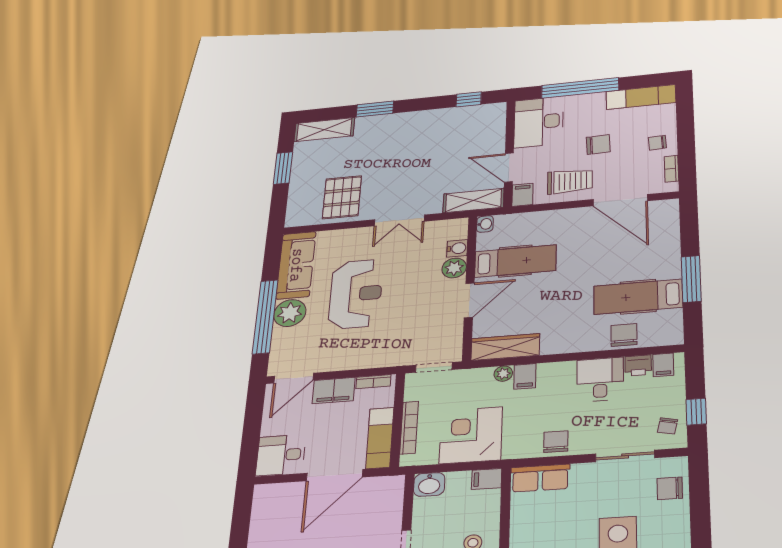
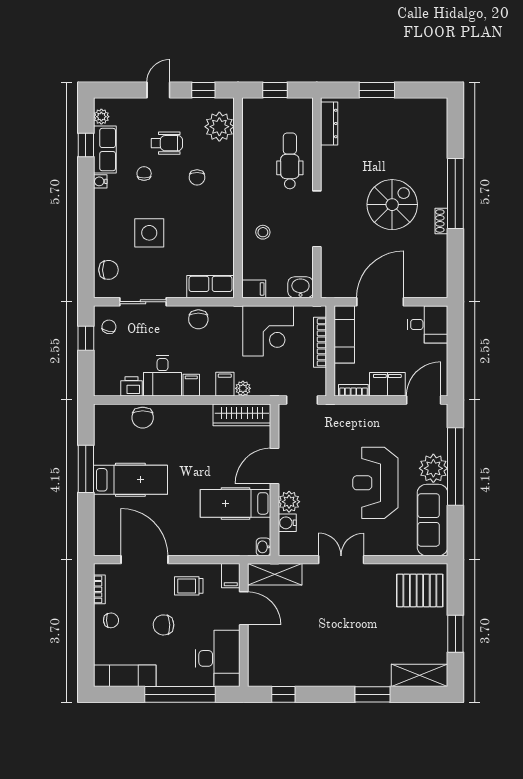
trolley: (570, 181) -> (189, 586), width x0.73, depth x0.72
pallet: (342, 197) -> (420, 590), moved, turned 90
hospital bed: (638, 297) -> (130, 480), moved
filing cabinet: (663, 365) -> (191, 385), moved

